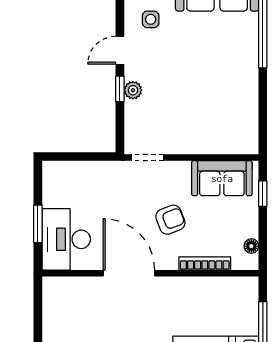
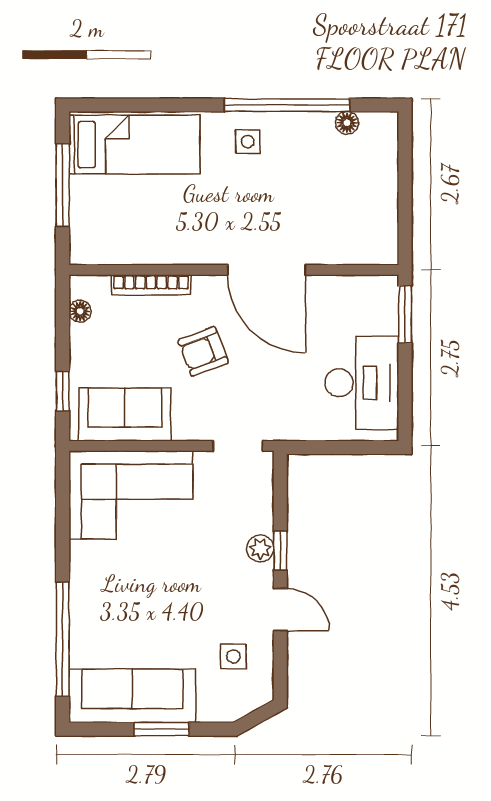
door: (120, 50) -> (280, 609), hinge flipped
corner sofa: (218, 125) -> (131, 495), added
window: (38, 224) -> (405, 314), moved
desk: (66, 239) -> (362, 383), moved

